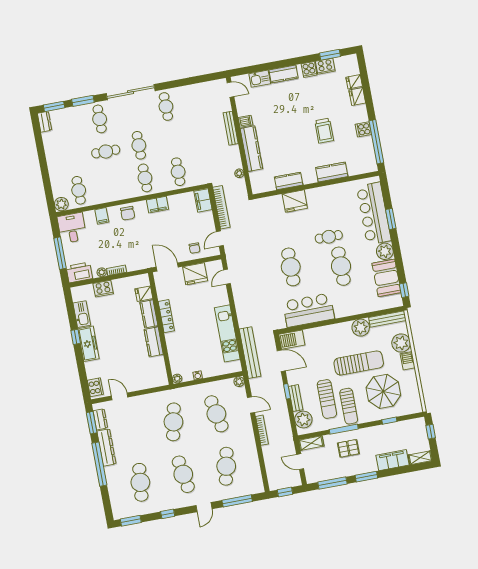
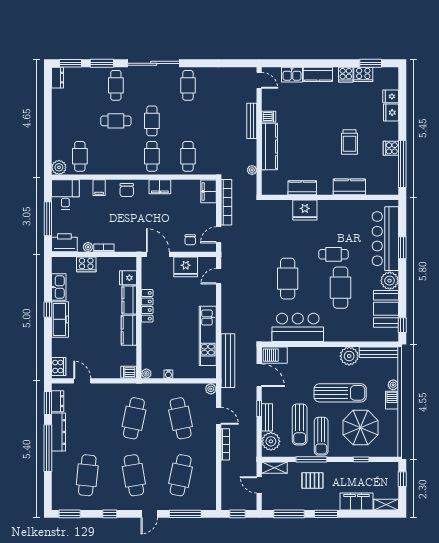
plant: (401, 343) -> (393, 385), width x0.53, depth x0.53
dishwasher: (161, 380) -> (129, 372), added

